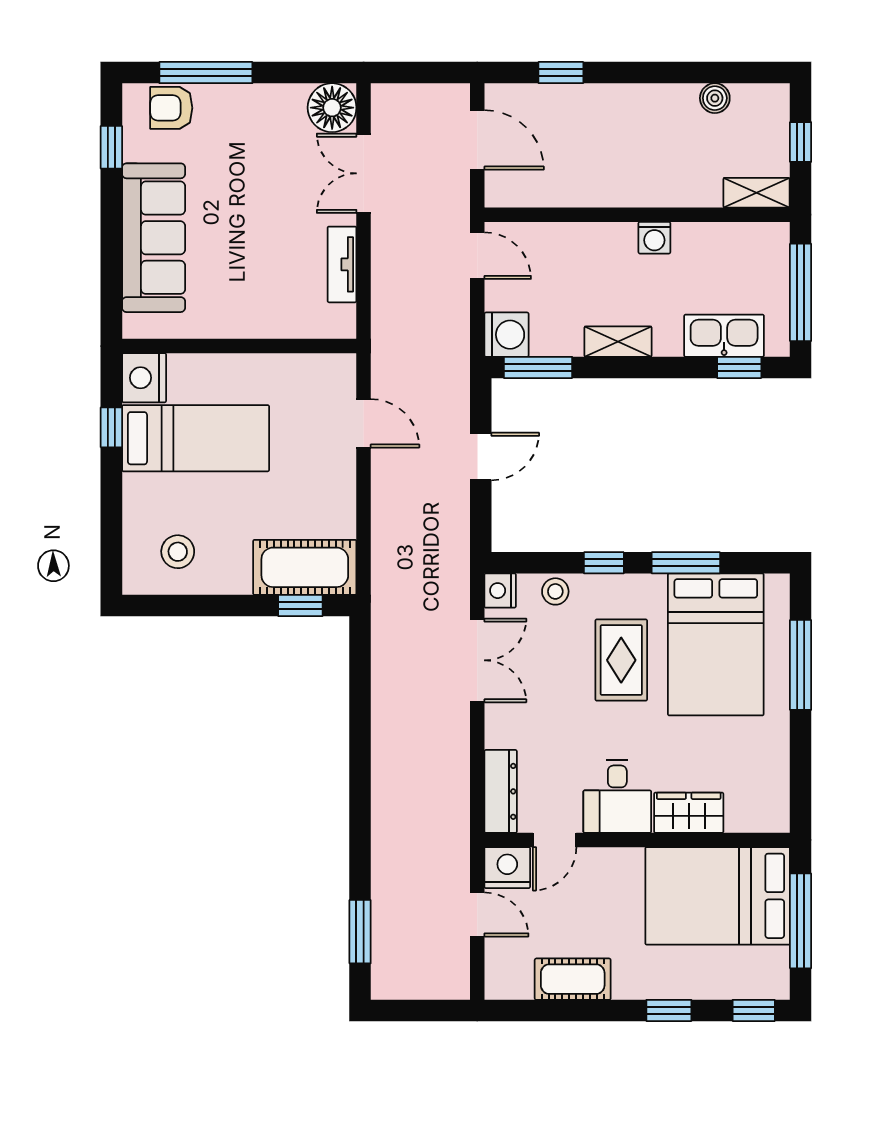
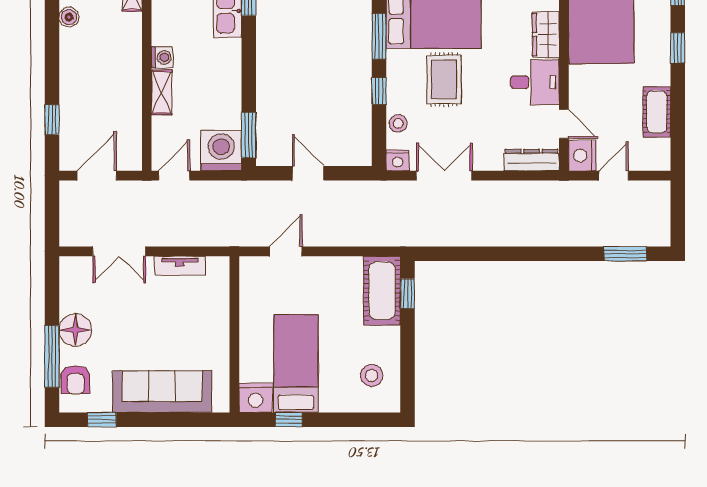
floor lamp: (332, 108) -> (75, 330), moved
washing machine: (507, 335) -> (221, 151), width x1.37, depth x1.37
shelving: (618, 342) -> (162, 92), moved
rug: (621, 660) -> (444, 80), turned 90

